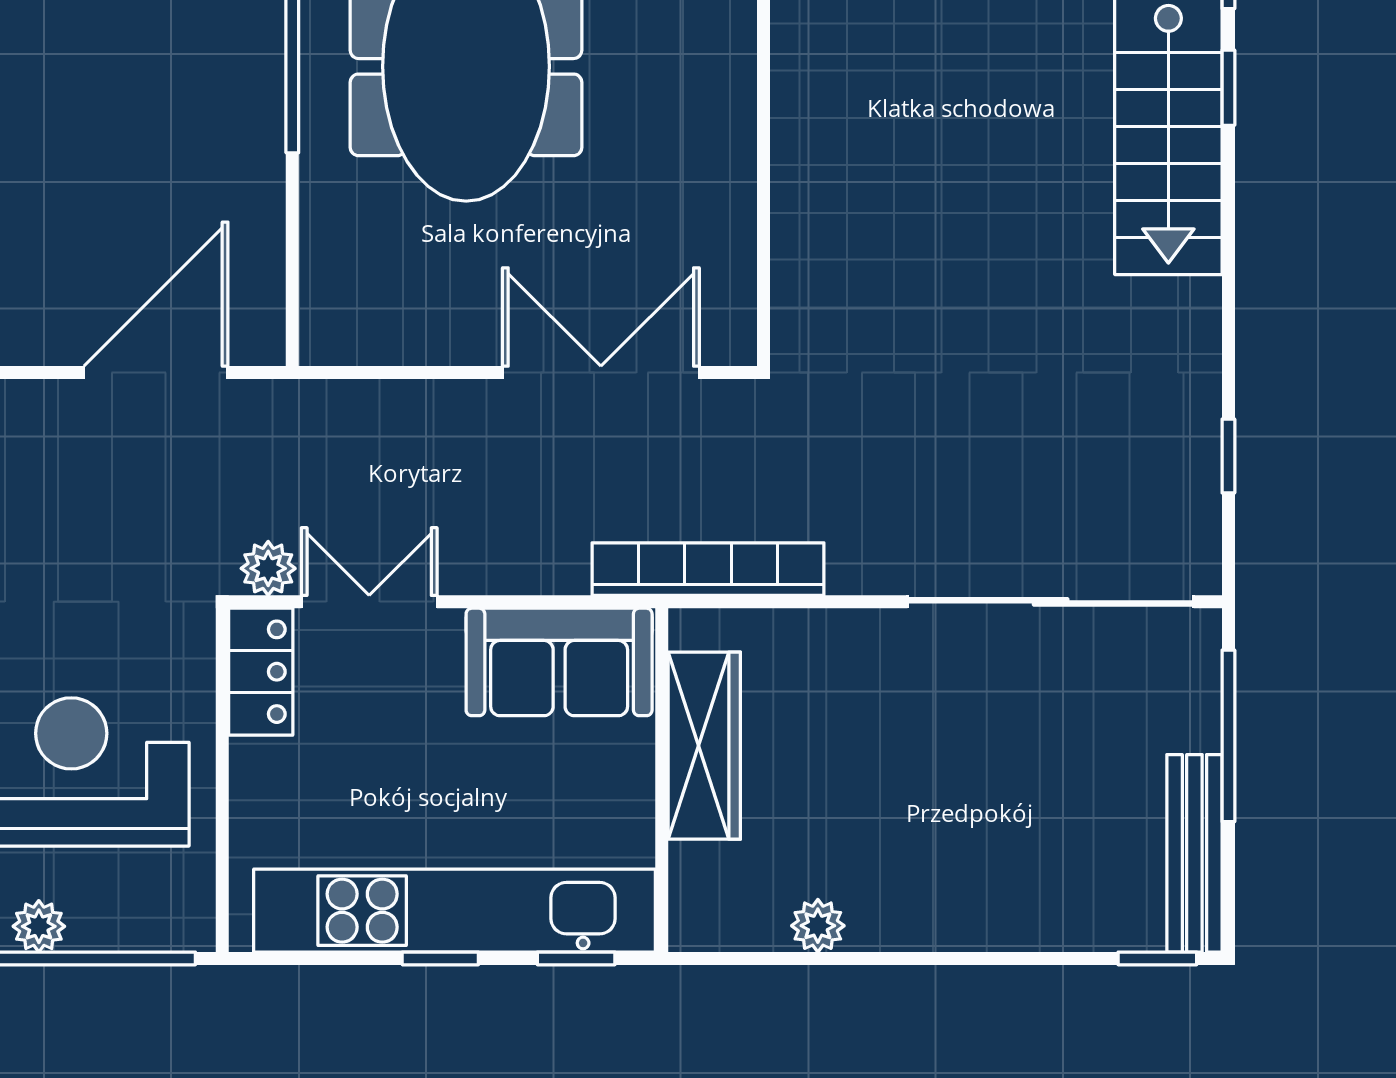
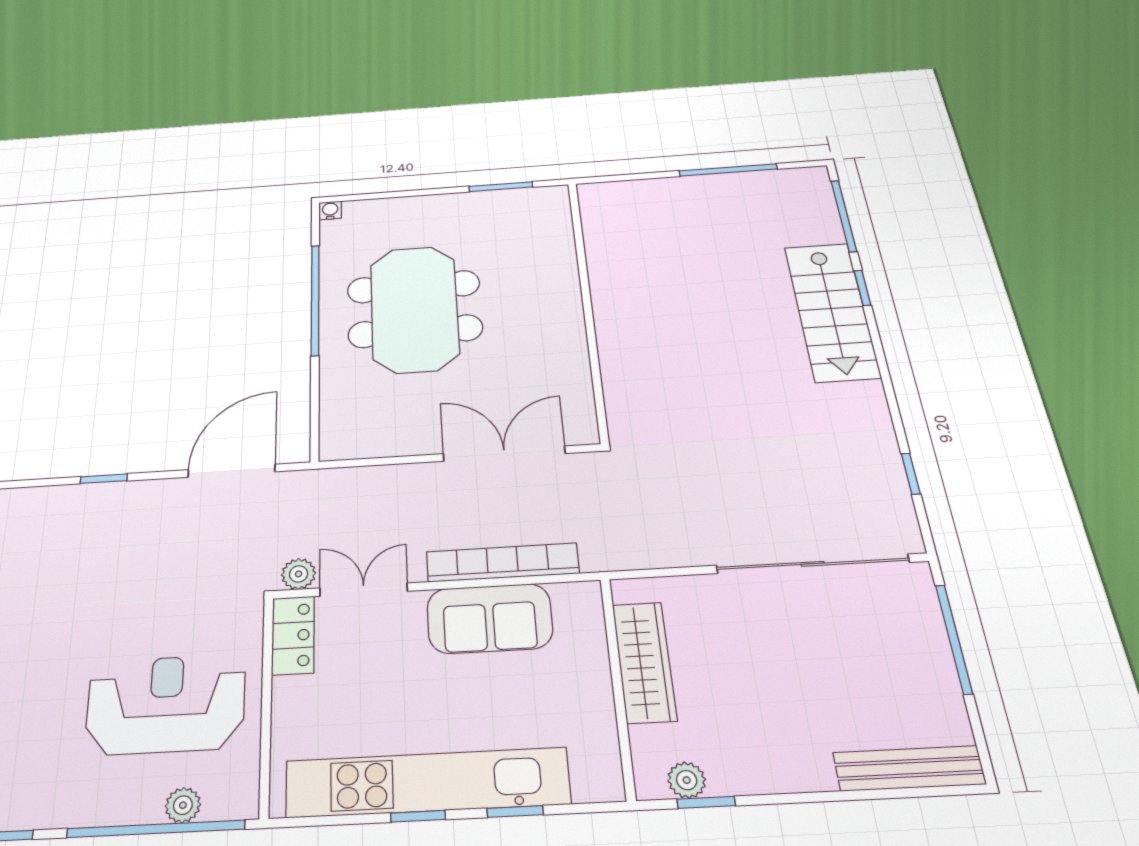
bookcase: (708, 569) -> (502, 563), moved
wardrobe: (704, 746) -> (644, 662), moved
wall: (662, 780) -> (618, 685), moved
bench: (1194, 853) -> (909, 768), moved, turned 90
plant: (39, 926) -> (183, 805), moved
window: (1157, 958) -> (706, 802), moved

